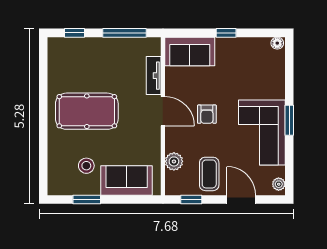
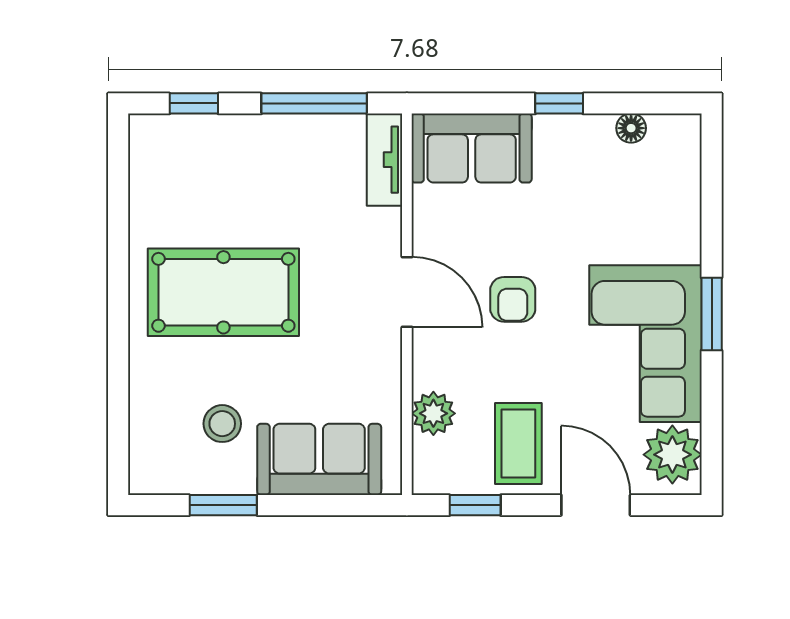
floor lamp: (277, 43) -> (631, 128), moved
tv unit: (154, 76) -> (384, 160), moved
plant: (279, 184) -> (672, 455), width x1.88, depth x1.88

